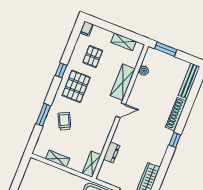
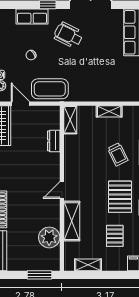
plant: (144, 71) -> (49, 237), width x1.87, depth x1.87

